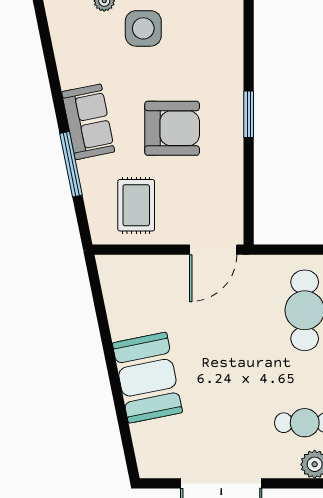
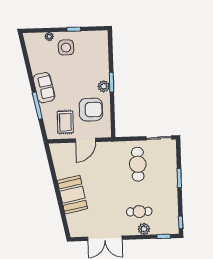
plant: (230, 123) -> (104, 86), added
armchair: (172, 128) -> (91, 110), moved
door: (213, 250) -> (85, 140), moved

